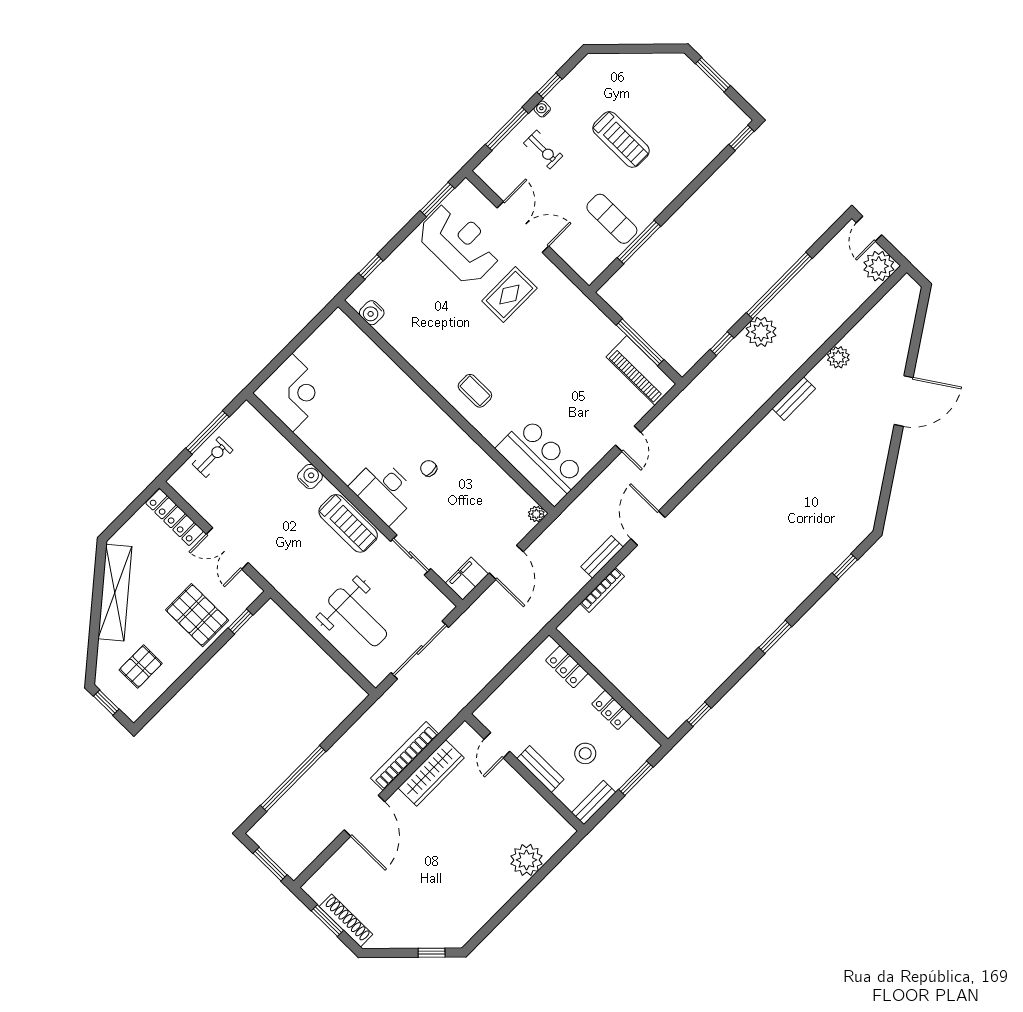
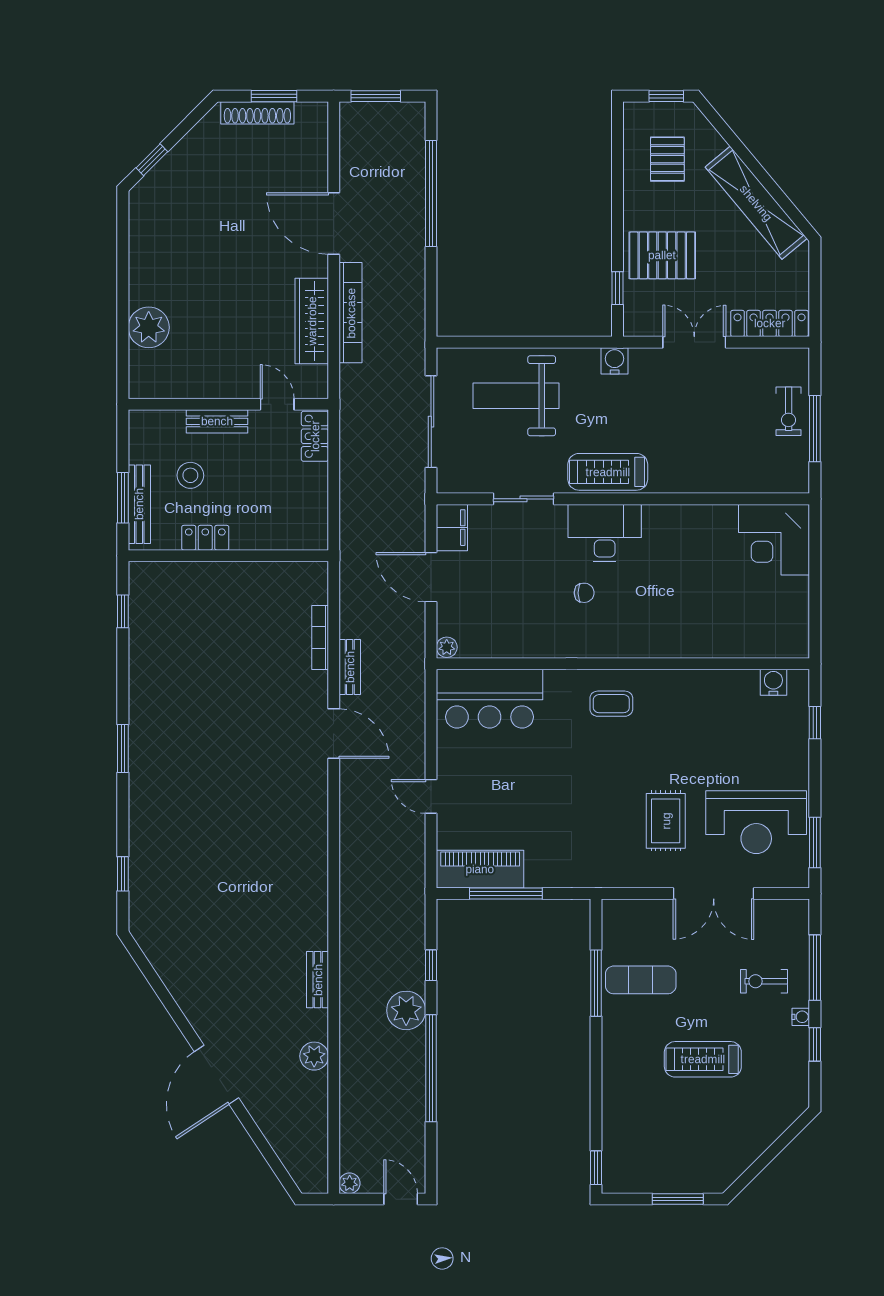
plant: (879, 266) -> (350, 1183), width x0.53, depth x0.53
water cooler: (310, 477) -> (615, 361), moved, turned 180
locker: (567, 667) -> (315, 436), moved, turned -90
bench: (594, 803) -> (139, 504), moved, width x1.36

